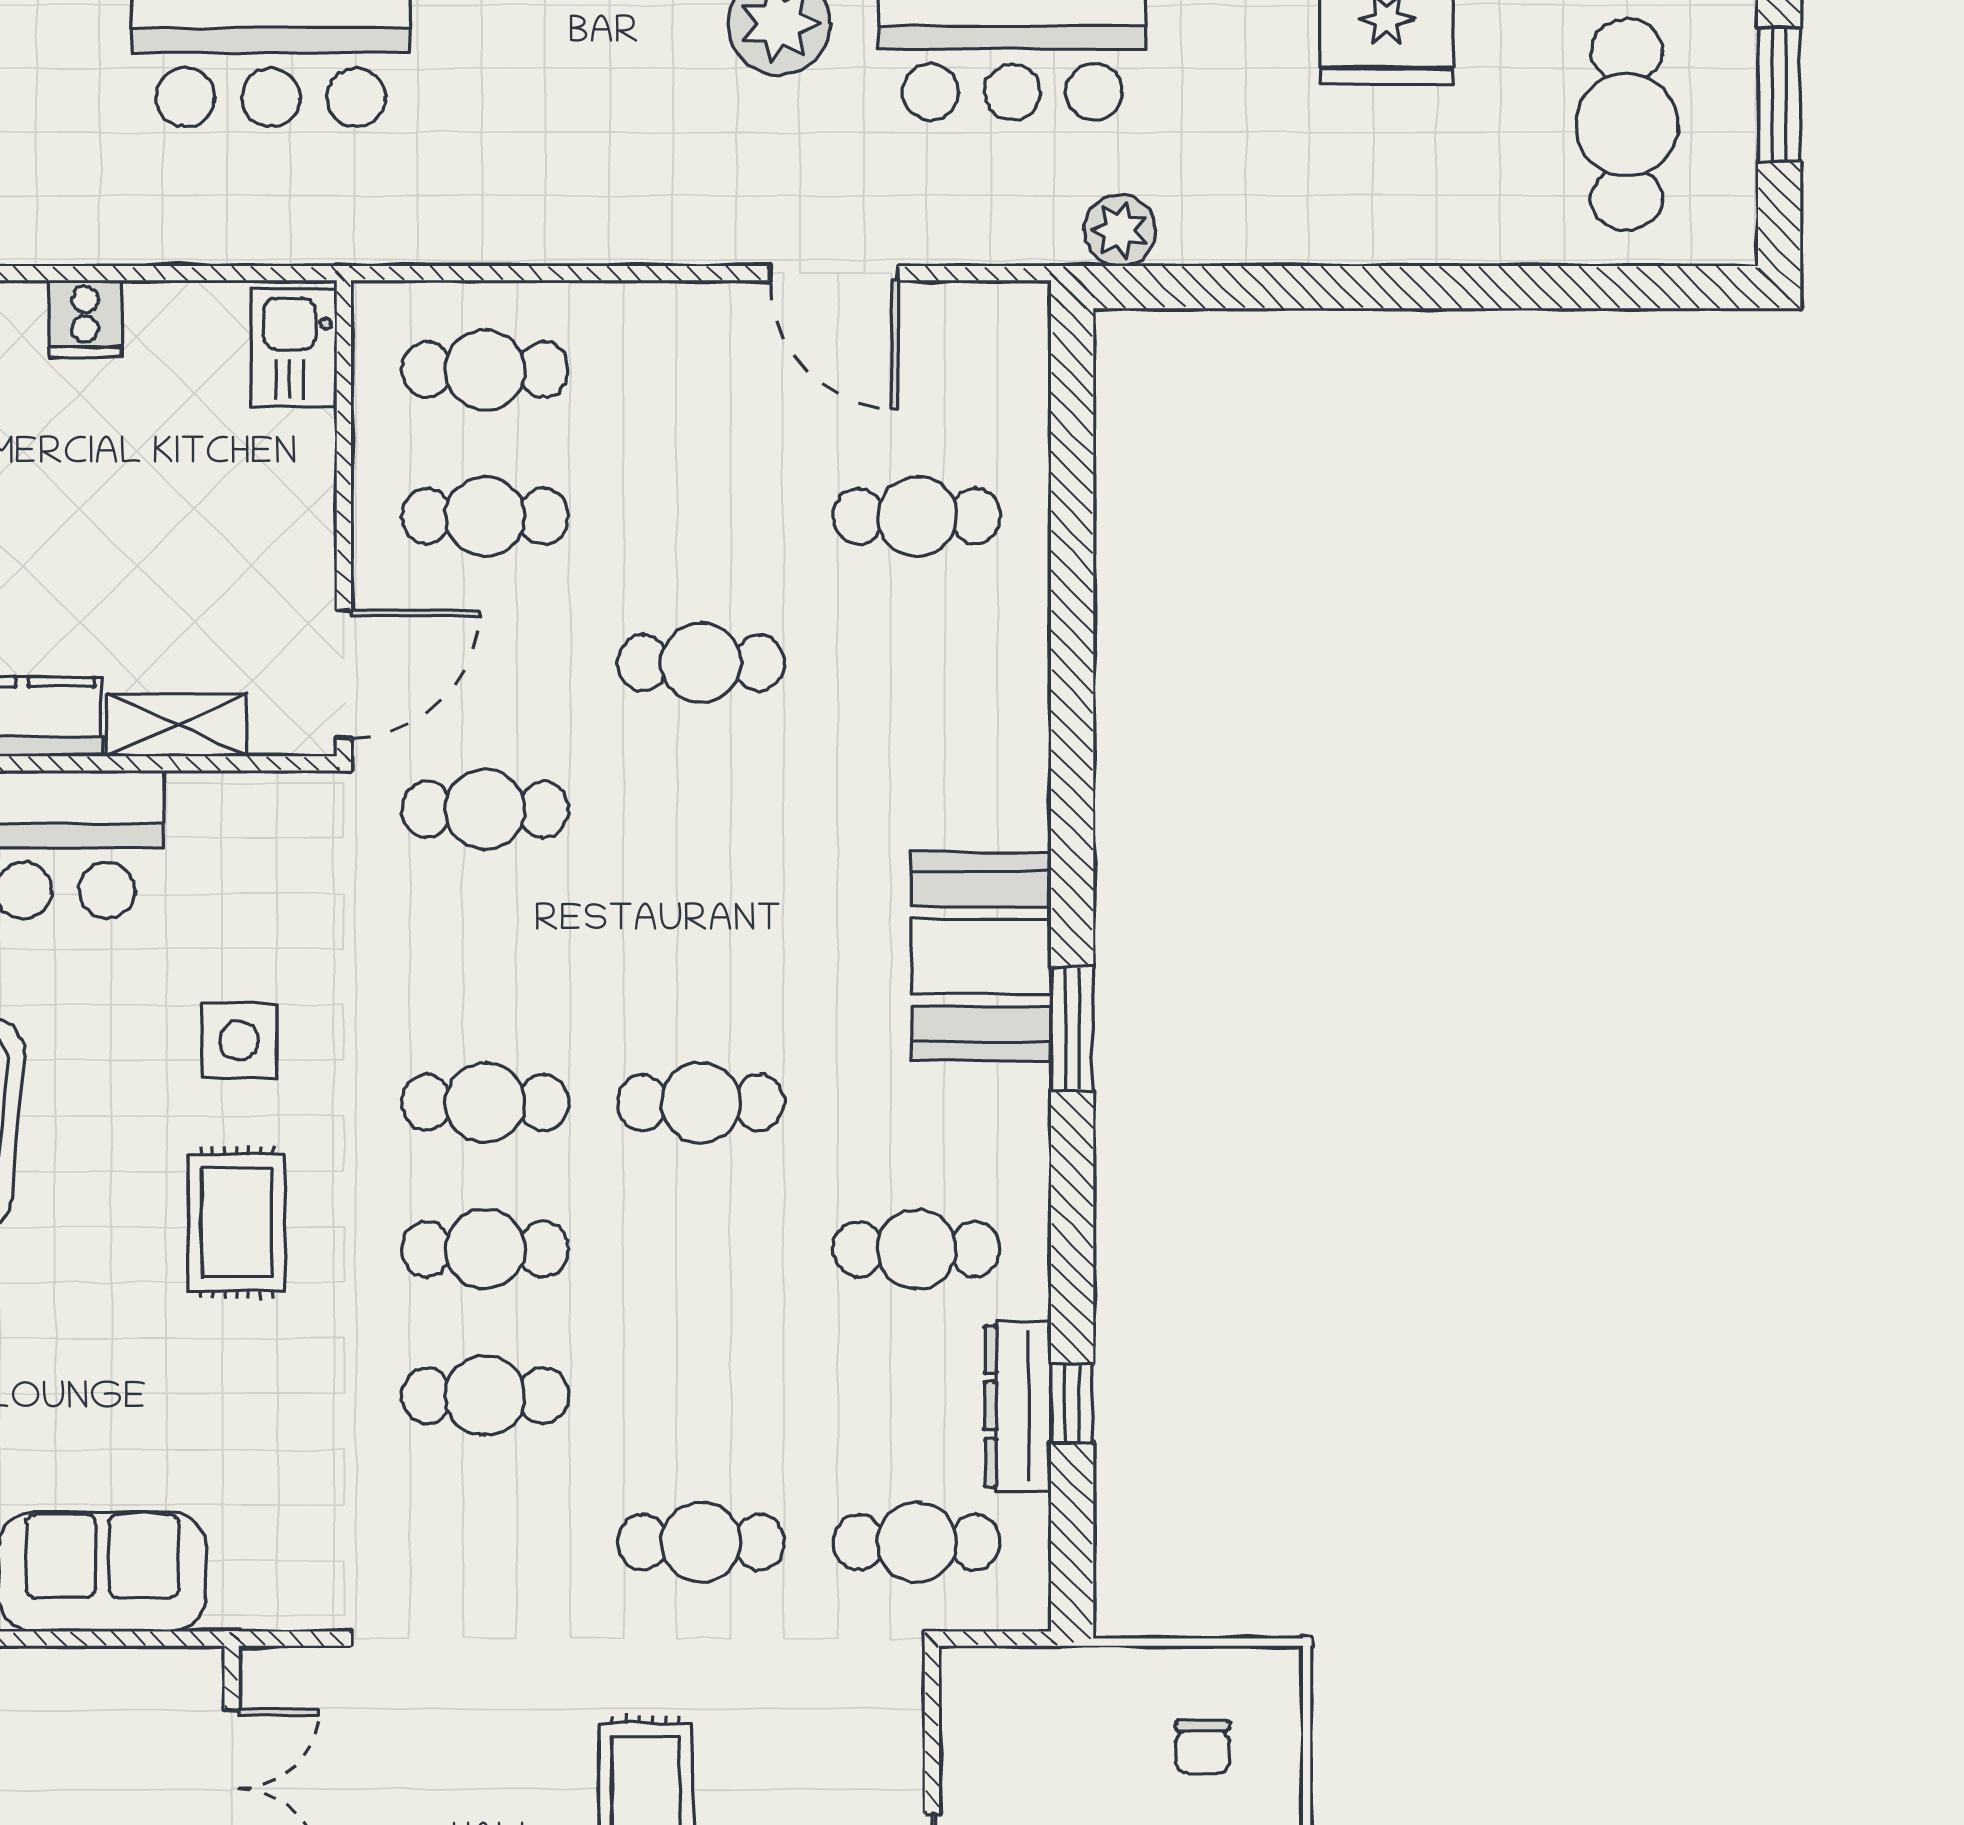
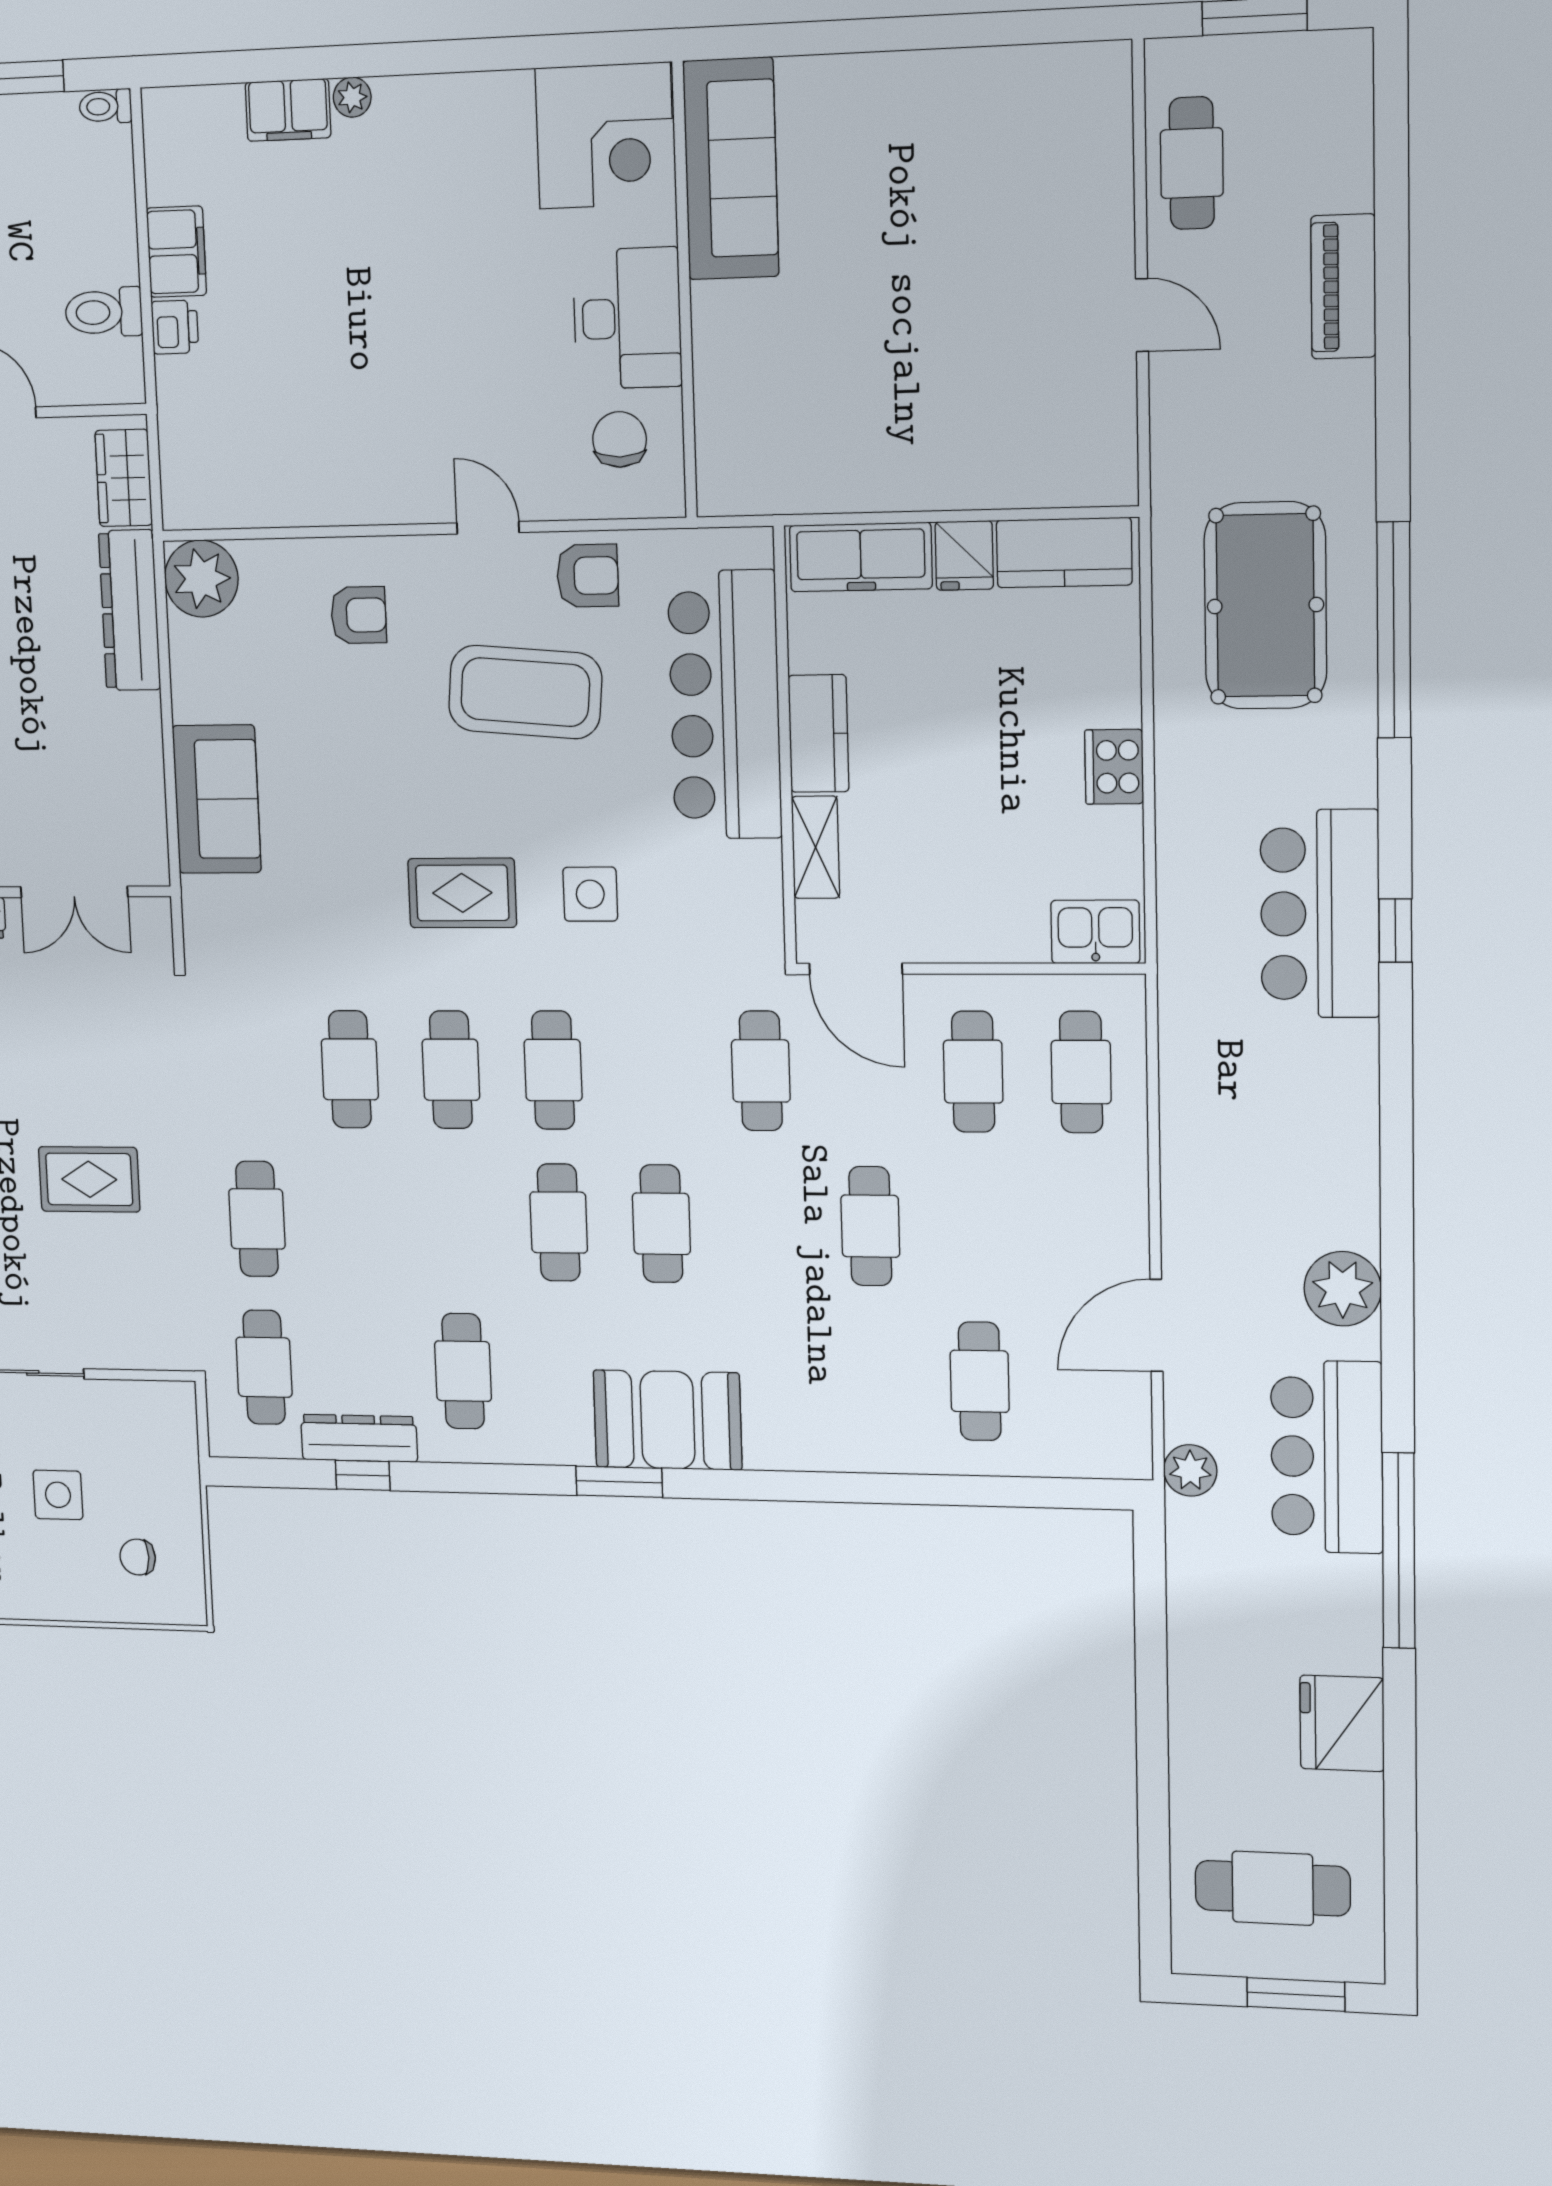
plant: (1120, 230) -> (1190, 1470), moved
cooker: (85, 319) -> (1114, 767), width x1.36
cafe table: (701, 956) -> (661, 1224), added

